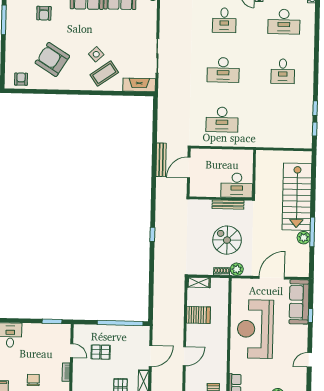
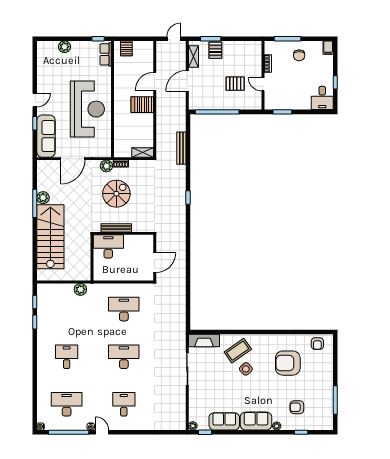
armchair: (44, 13) -> (297, 407), turned -90
armchair: (52, 59) -> (288, 363), turned 148
plant: (267, 141) -> (80, 289), added
bench: (161, 160) -> (181, 148), moved
spiral stairs: (227, 240) -> (116, 194), turned -90
server rack: (198, 315) -> (142, 105), moved
door: (309, 360) -> (35, 100), moved

